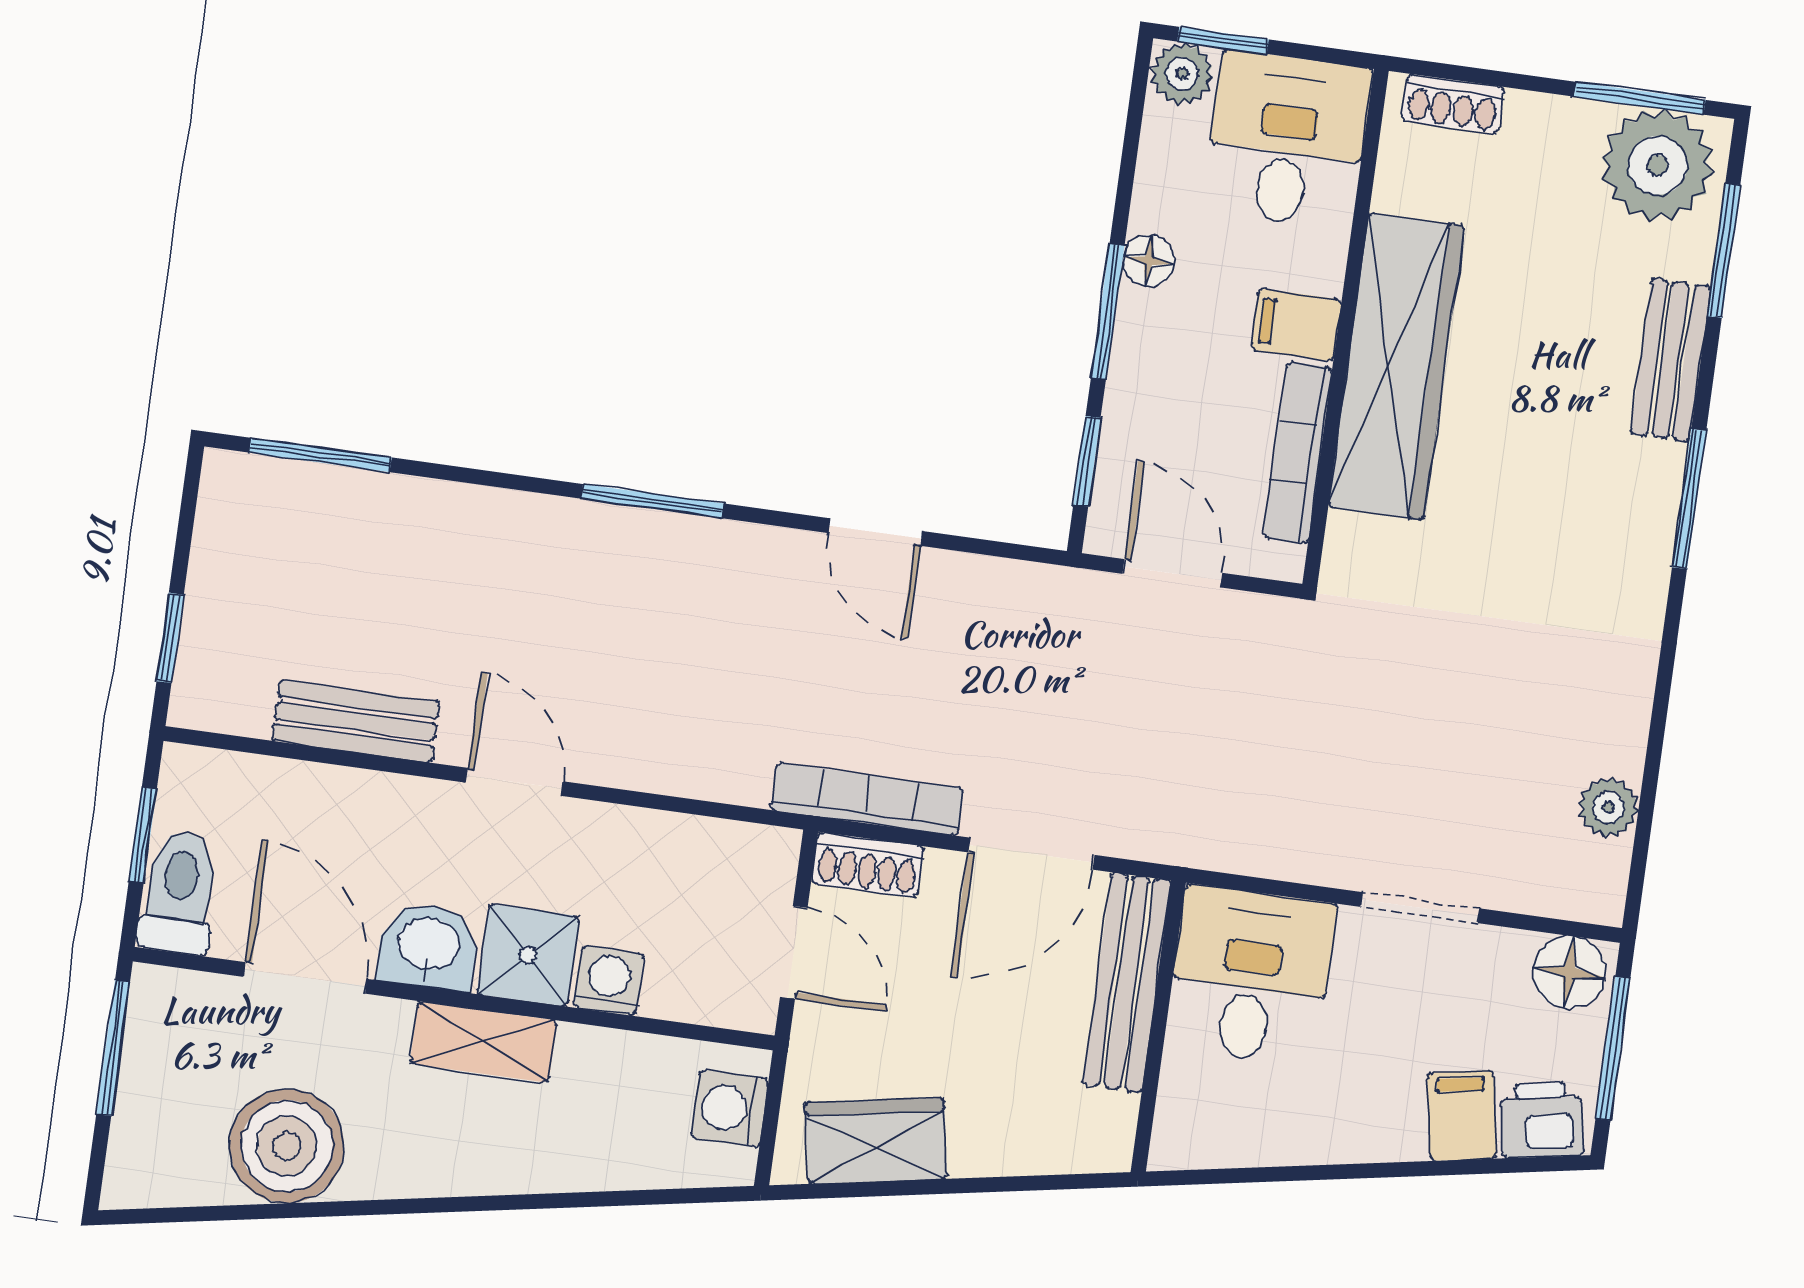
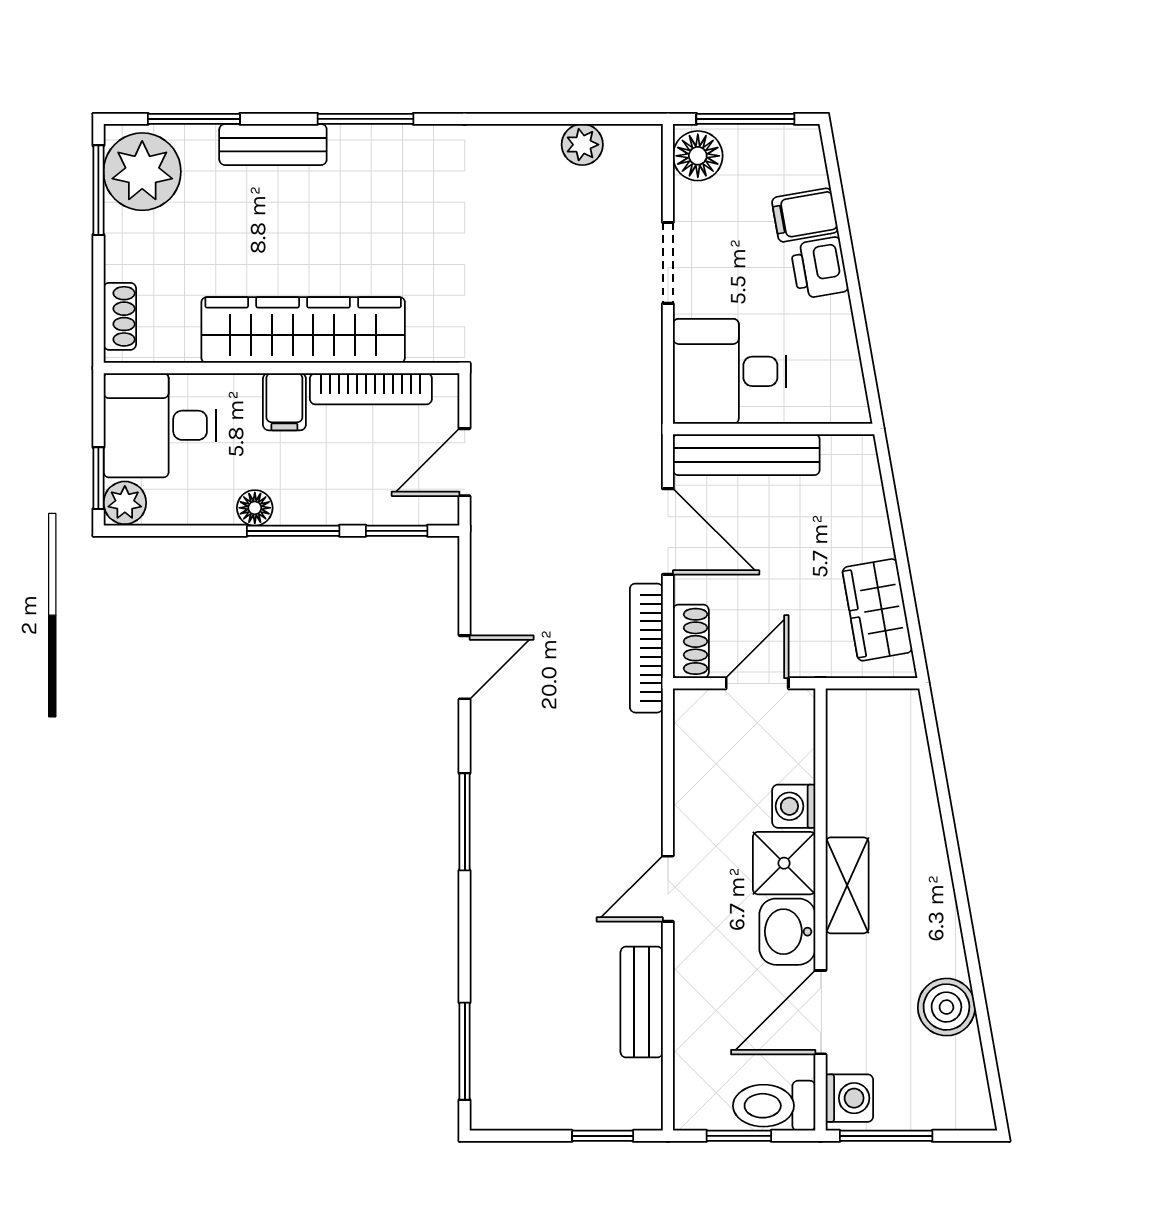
washing machine: (730, 1108) -> (849, 1098), moved, turned -90
printer: (1542, 1120) -> (819, 268), moved
boiler: (287, 1146) -> (946, 1007), width x0.73, depth x0.73

